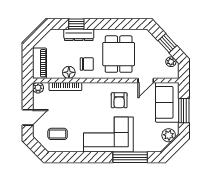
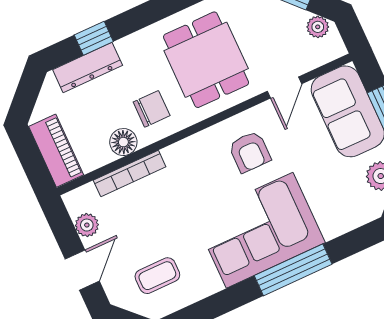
dresser: (79, 35) -> (88, 67), moved
plant: (38, 88) -> (87, 225), moved
window: (130, 157) -> (293, 270), moved

